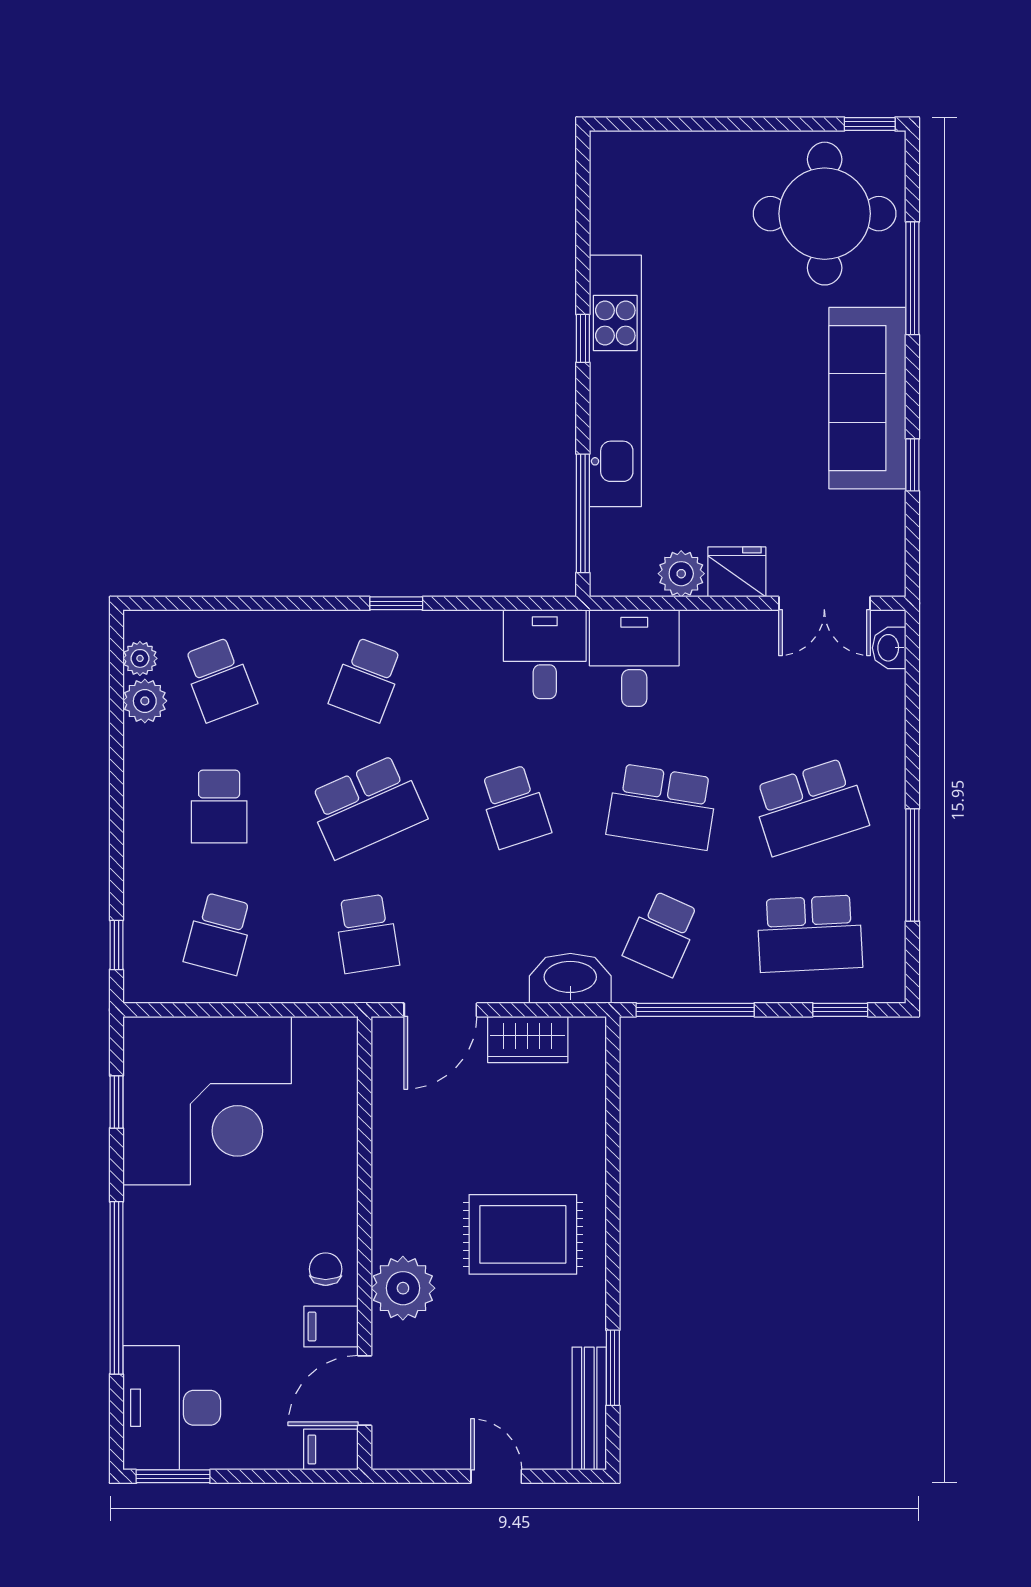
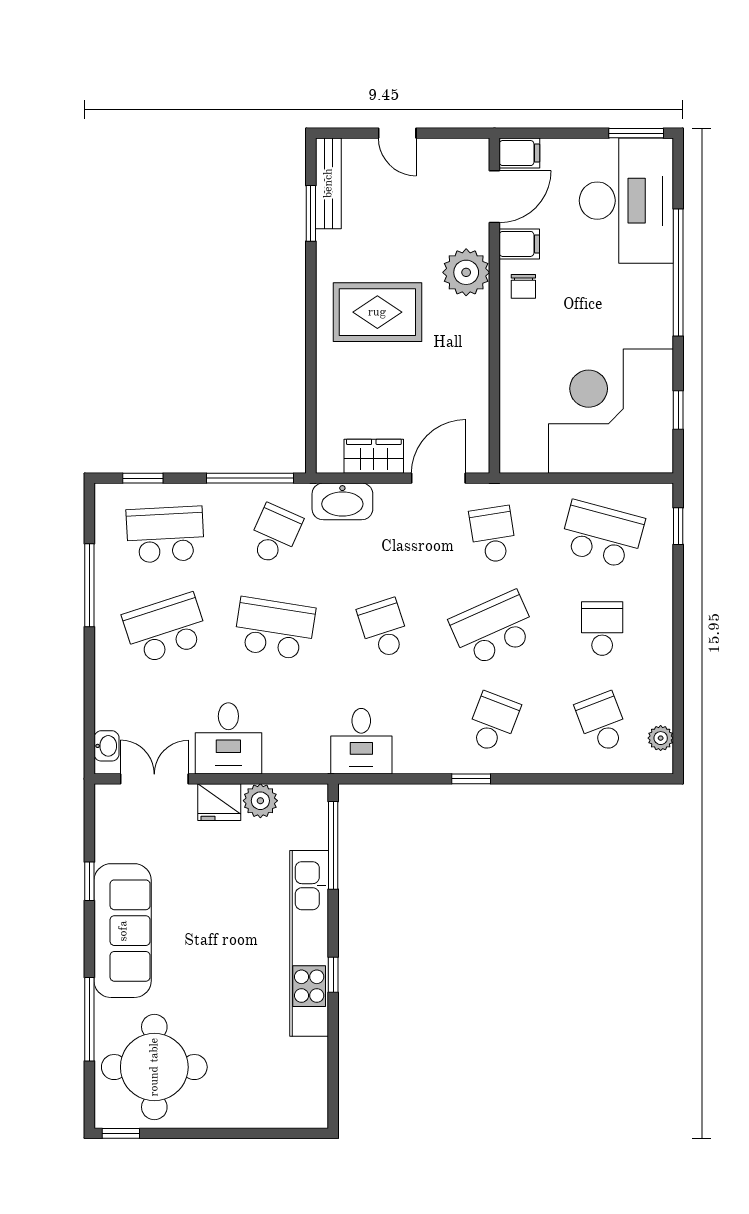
desk: (634, 658) -> (228, 738), moved
plant: (145, 701) -> (657, 707), removed
school desk: (219, 934) -> (602, 535), width x1.85
desk: (172, 1408) -> (626, 201), width x1.36, depth x1.30

